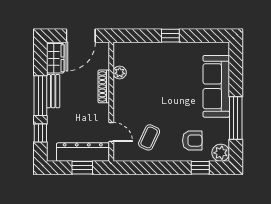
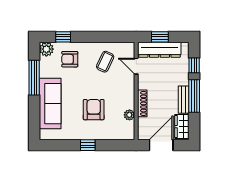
armchair: (163, 79) -> (94, 110), added

